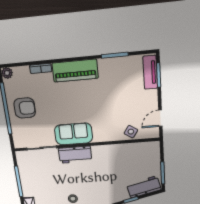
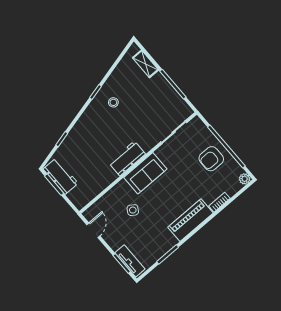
side table: (131, 132) -> (133, 210), moved
sofa: (74, 134) -> (145, 173), moved
workbench: (75, 155) -> (127, 158), moved
workbench: (144, 187) -> (61, 176), moved, turned -76

